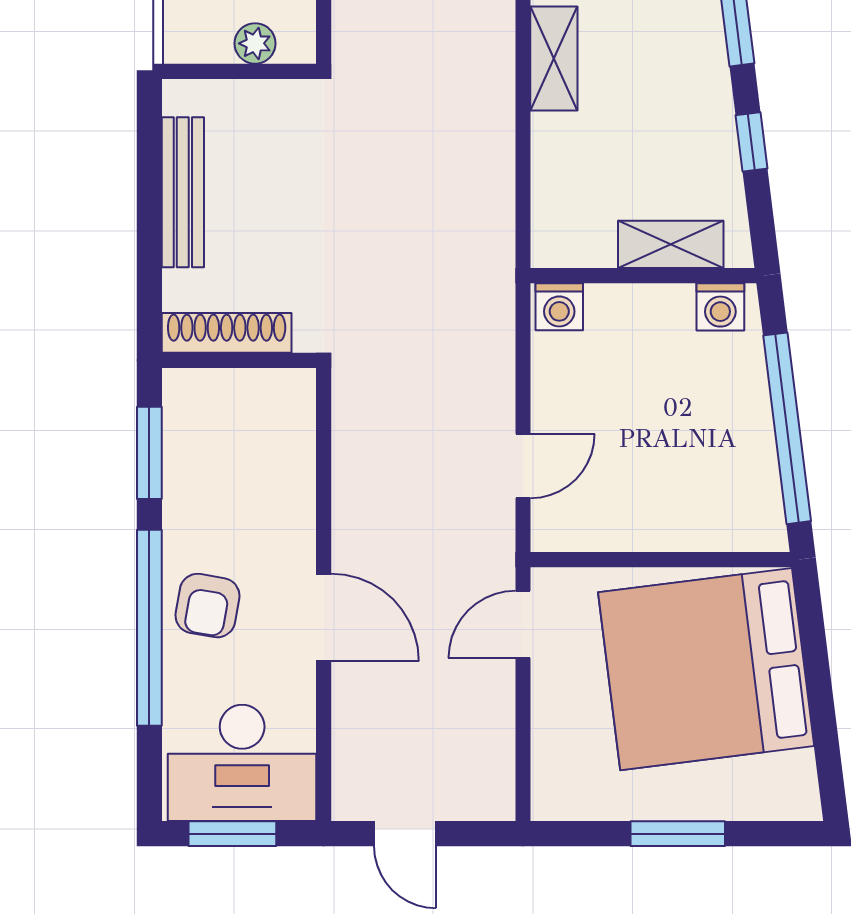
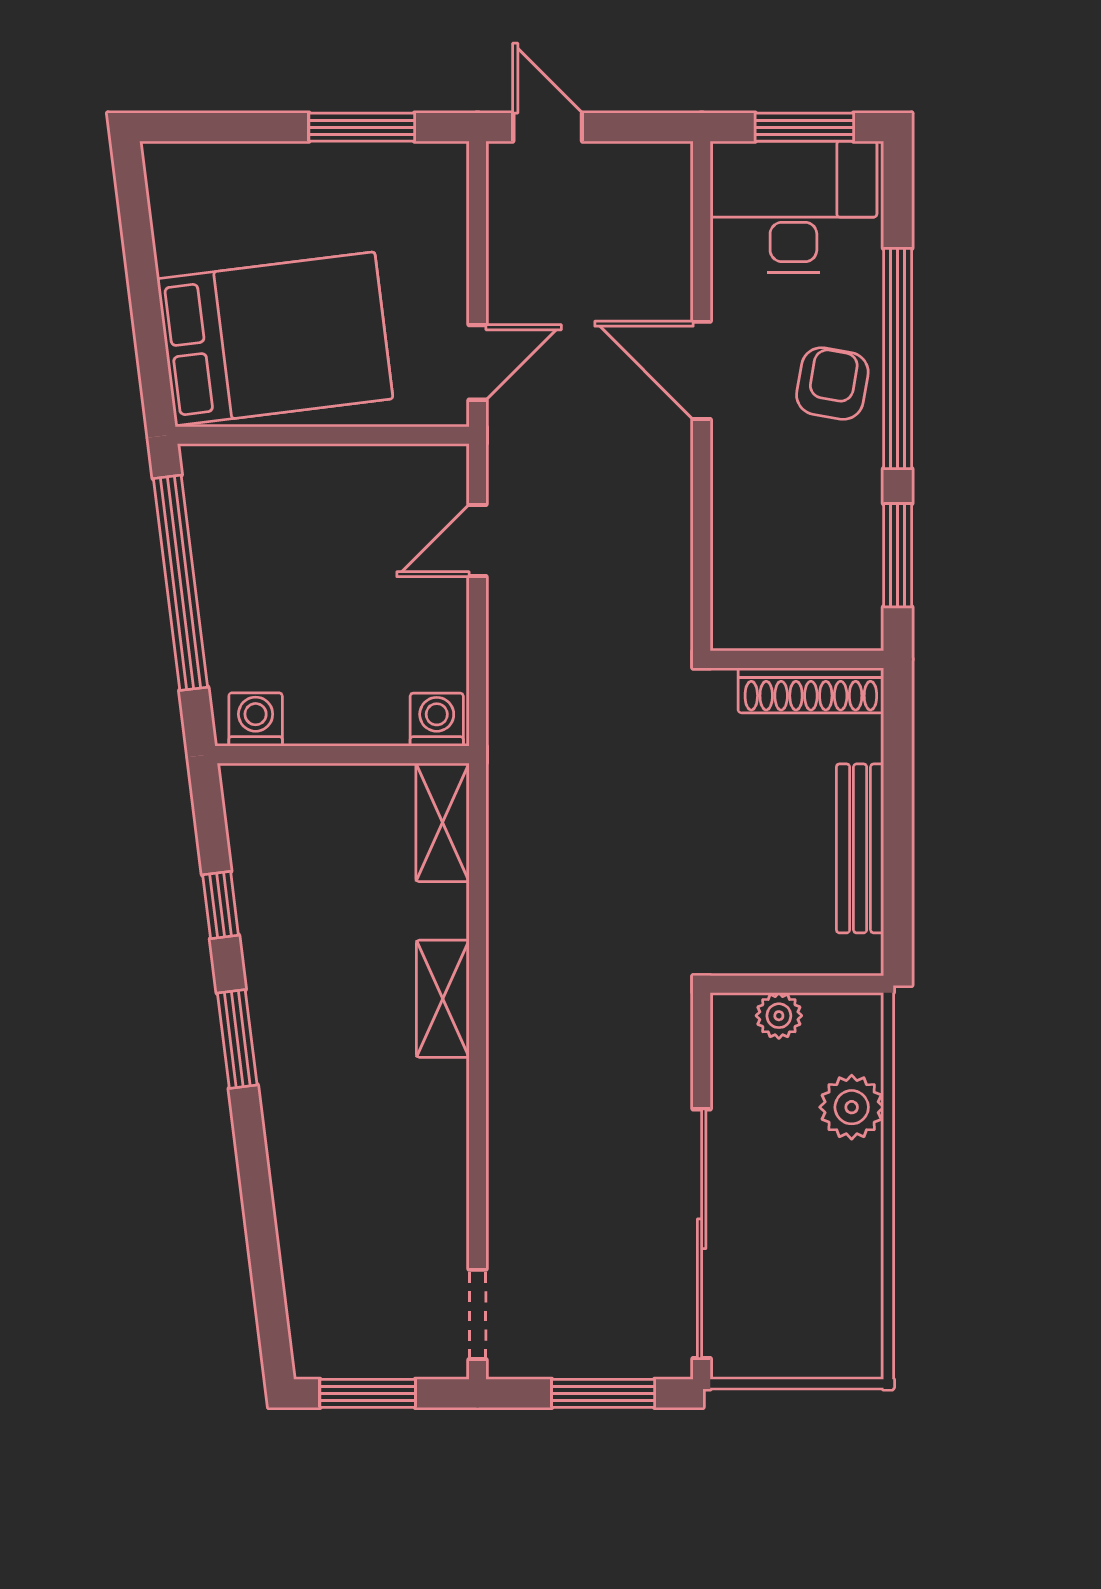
shelving: (671, 244) -> (442, 822), moved, turned 90
bed: (706, 669) -> (275, 339), width x0.73
door: (405, 834) -> (548, 127), moved
window: (678, 834) -> (362, 127), moved

